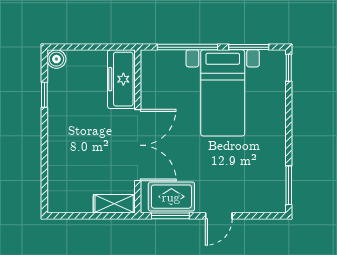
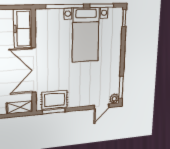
double door: (138, 145) -> (34, 70), swing flipped
plant: (277, 204) -> (114, 99), added
door: (219, 216) -> (102, 106), moved

